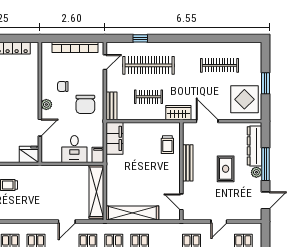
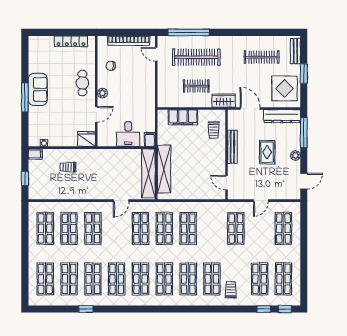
window: (140, 38) -> (189, 32), width x3.17
door: (105, 62) -> (156, 54), swing flipped
chair: (63, 86) -> (111, 66), moved
cafe table: (25, 93) -> (82, 83), added
chair: (85, 104) -> (138, 93), removed
bench: (112, 106) -> (295, 51), moved
filing cabinet: (115, 138) -> (183, 117), moved, turned 90
dresser: (255, 146) -> (282, 116), moved, turned -90
window: (265, 164) -> (304, 133), moved
shelving: (132, 213) -> (164, 169), moved, turned 90

